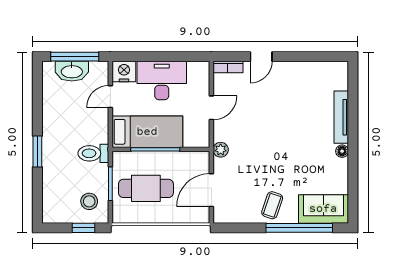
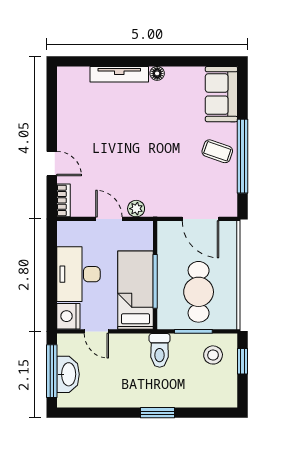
plant: (221, 150) -> (136, 209), moved
window: (299, 228) -> (242, 156), moved

